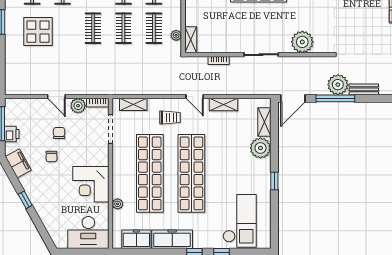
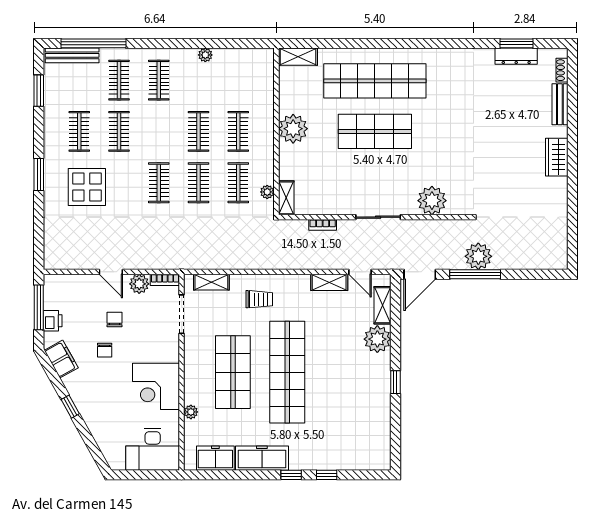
bench: (364, 89) -> (512, 262), removed
door: (195, 97) -> (360, 272), moved
shop shelf: (150, 173) -> (233, 372), width x0.71
checkout: (240, 221) -> (350, 434), removed

